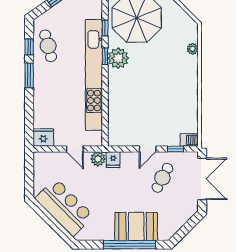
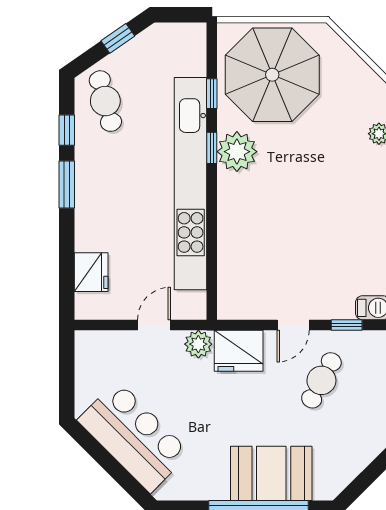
cafe table: (48, 46) -> (105, 101), moved
fridge: (43, 137) -> (91, 272), moved, turned 90
door: (75, 149) -> (154, 325), swing flipped
fridge: (113, 160) -> (239, 351), width x1.88, depth x1.34

